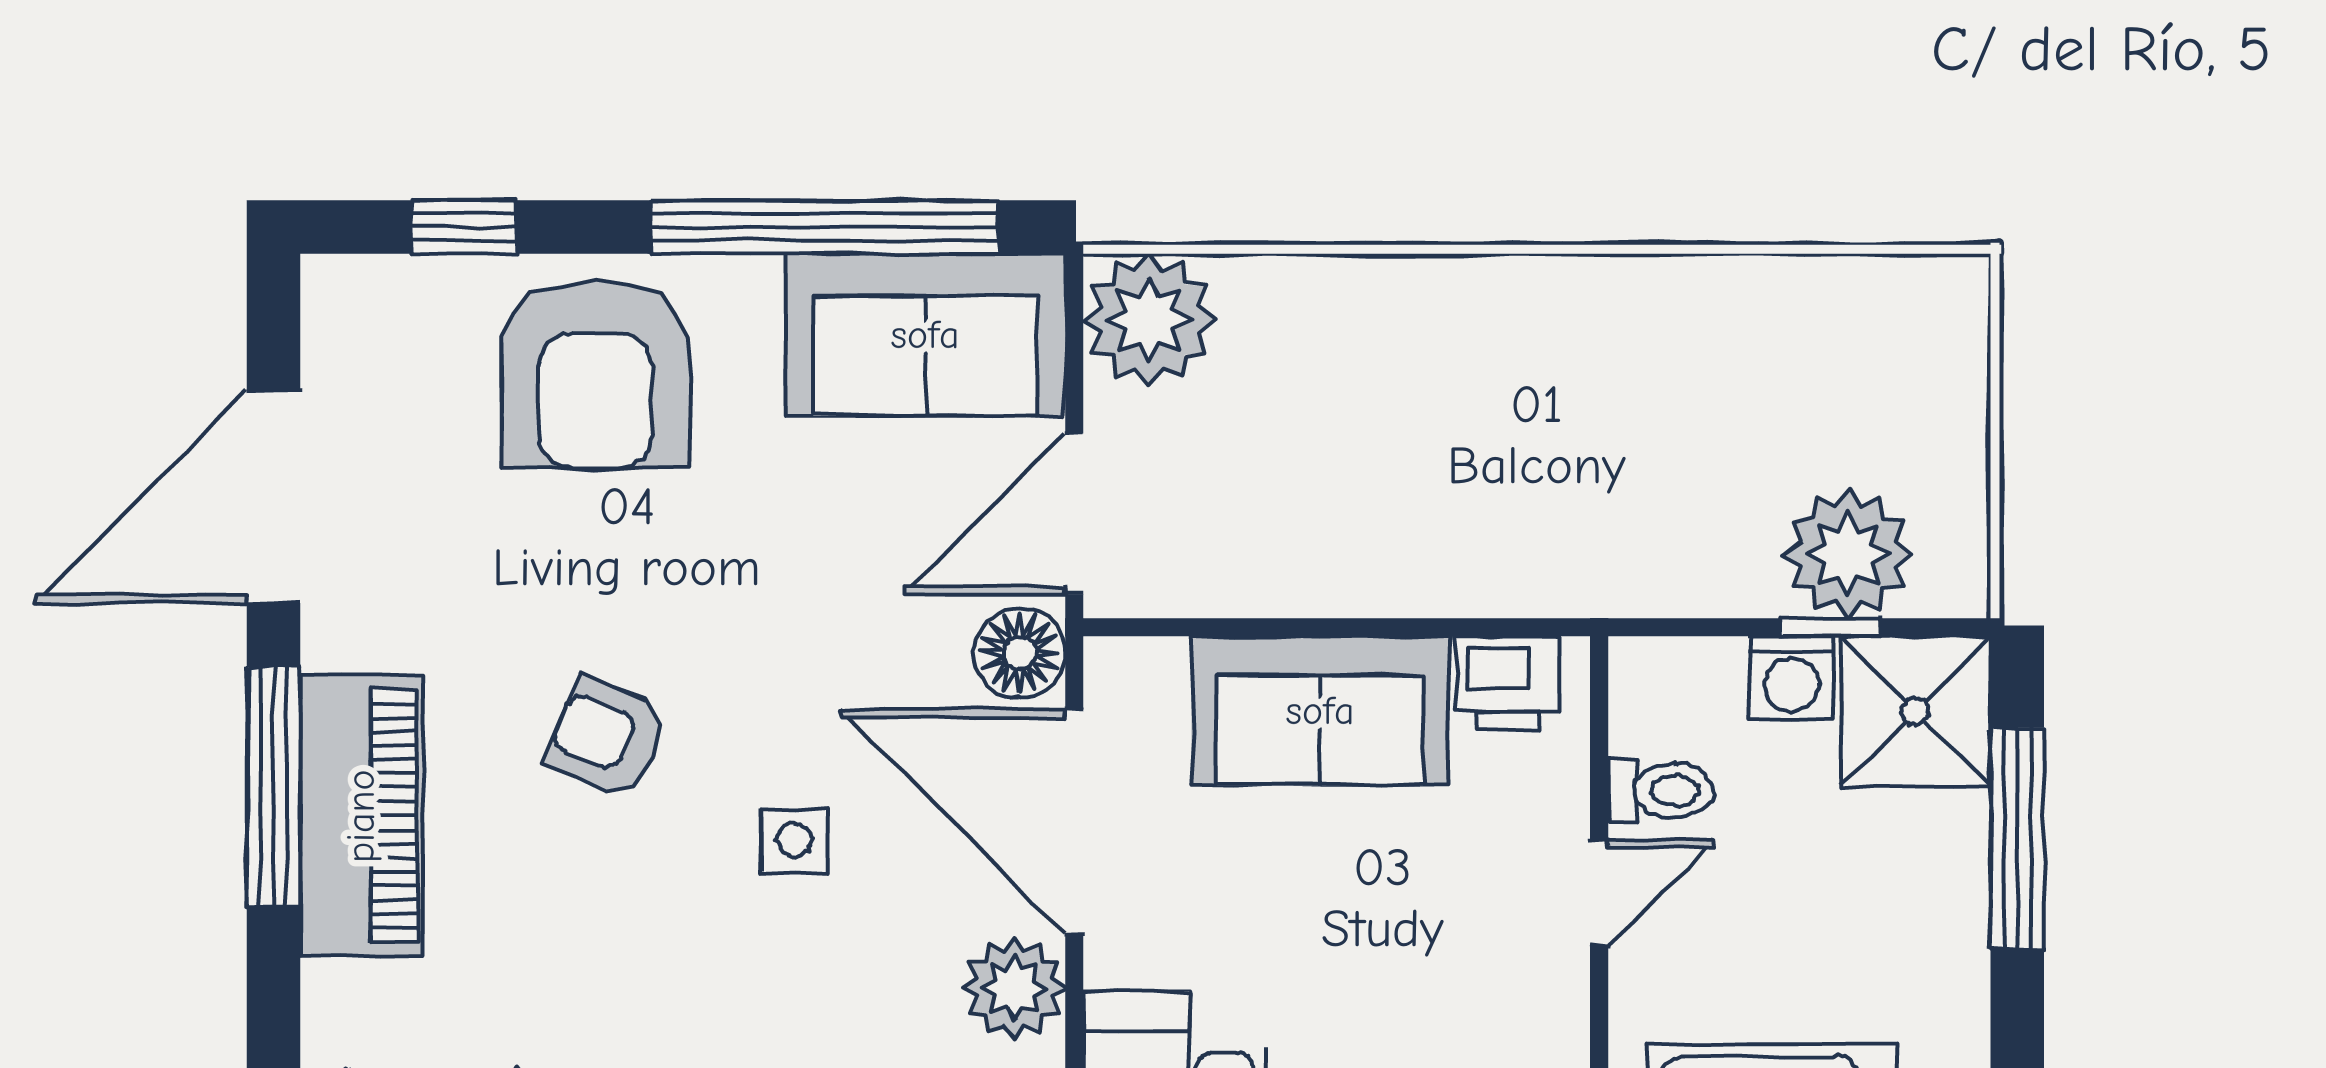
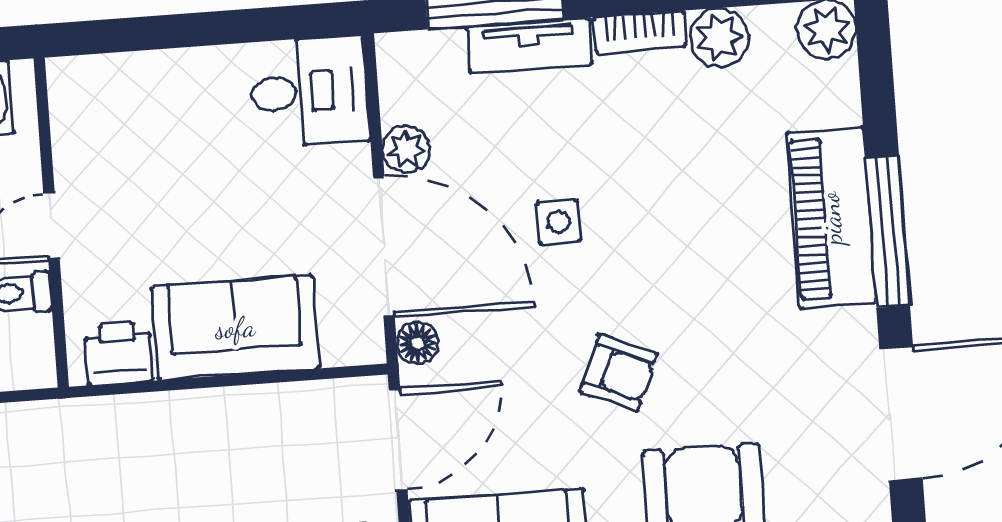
floor lamp: (1020, 653) -> (417, 343), width x0.73, depth x0.73
armchair: (607, 737) -> (619, 373), moved
plant: (1014, 988) -> (406, 149), width x0.73, depth x0.73

